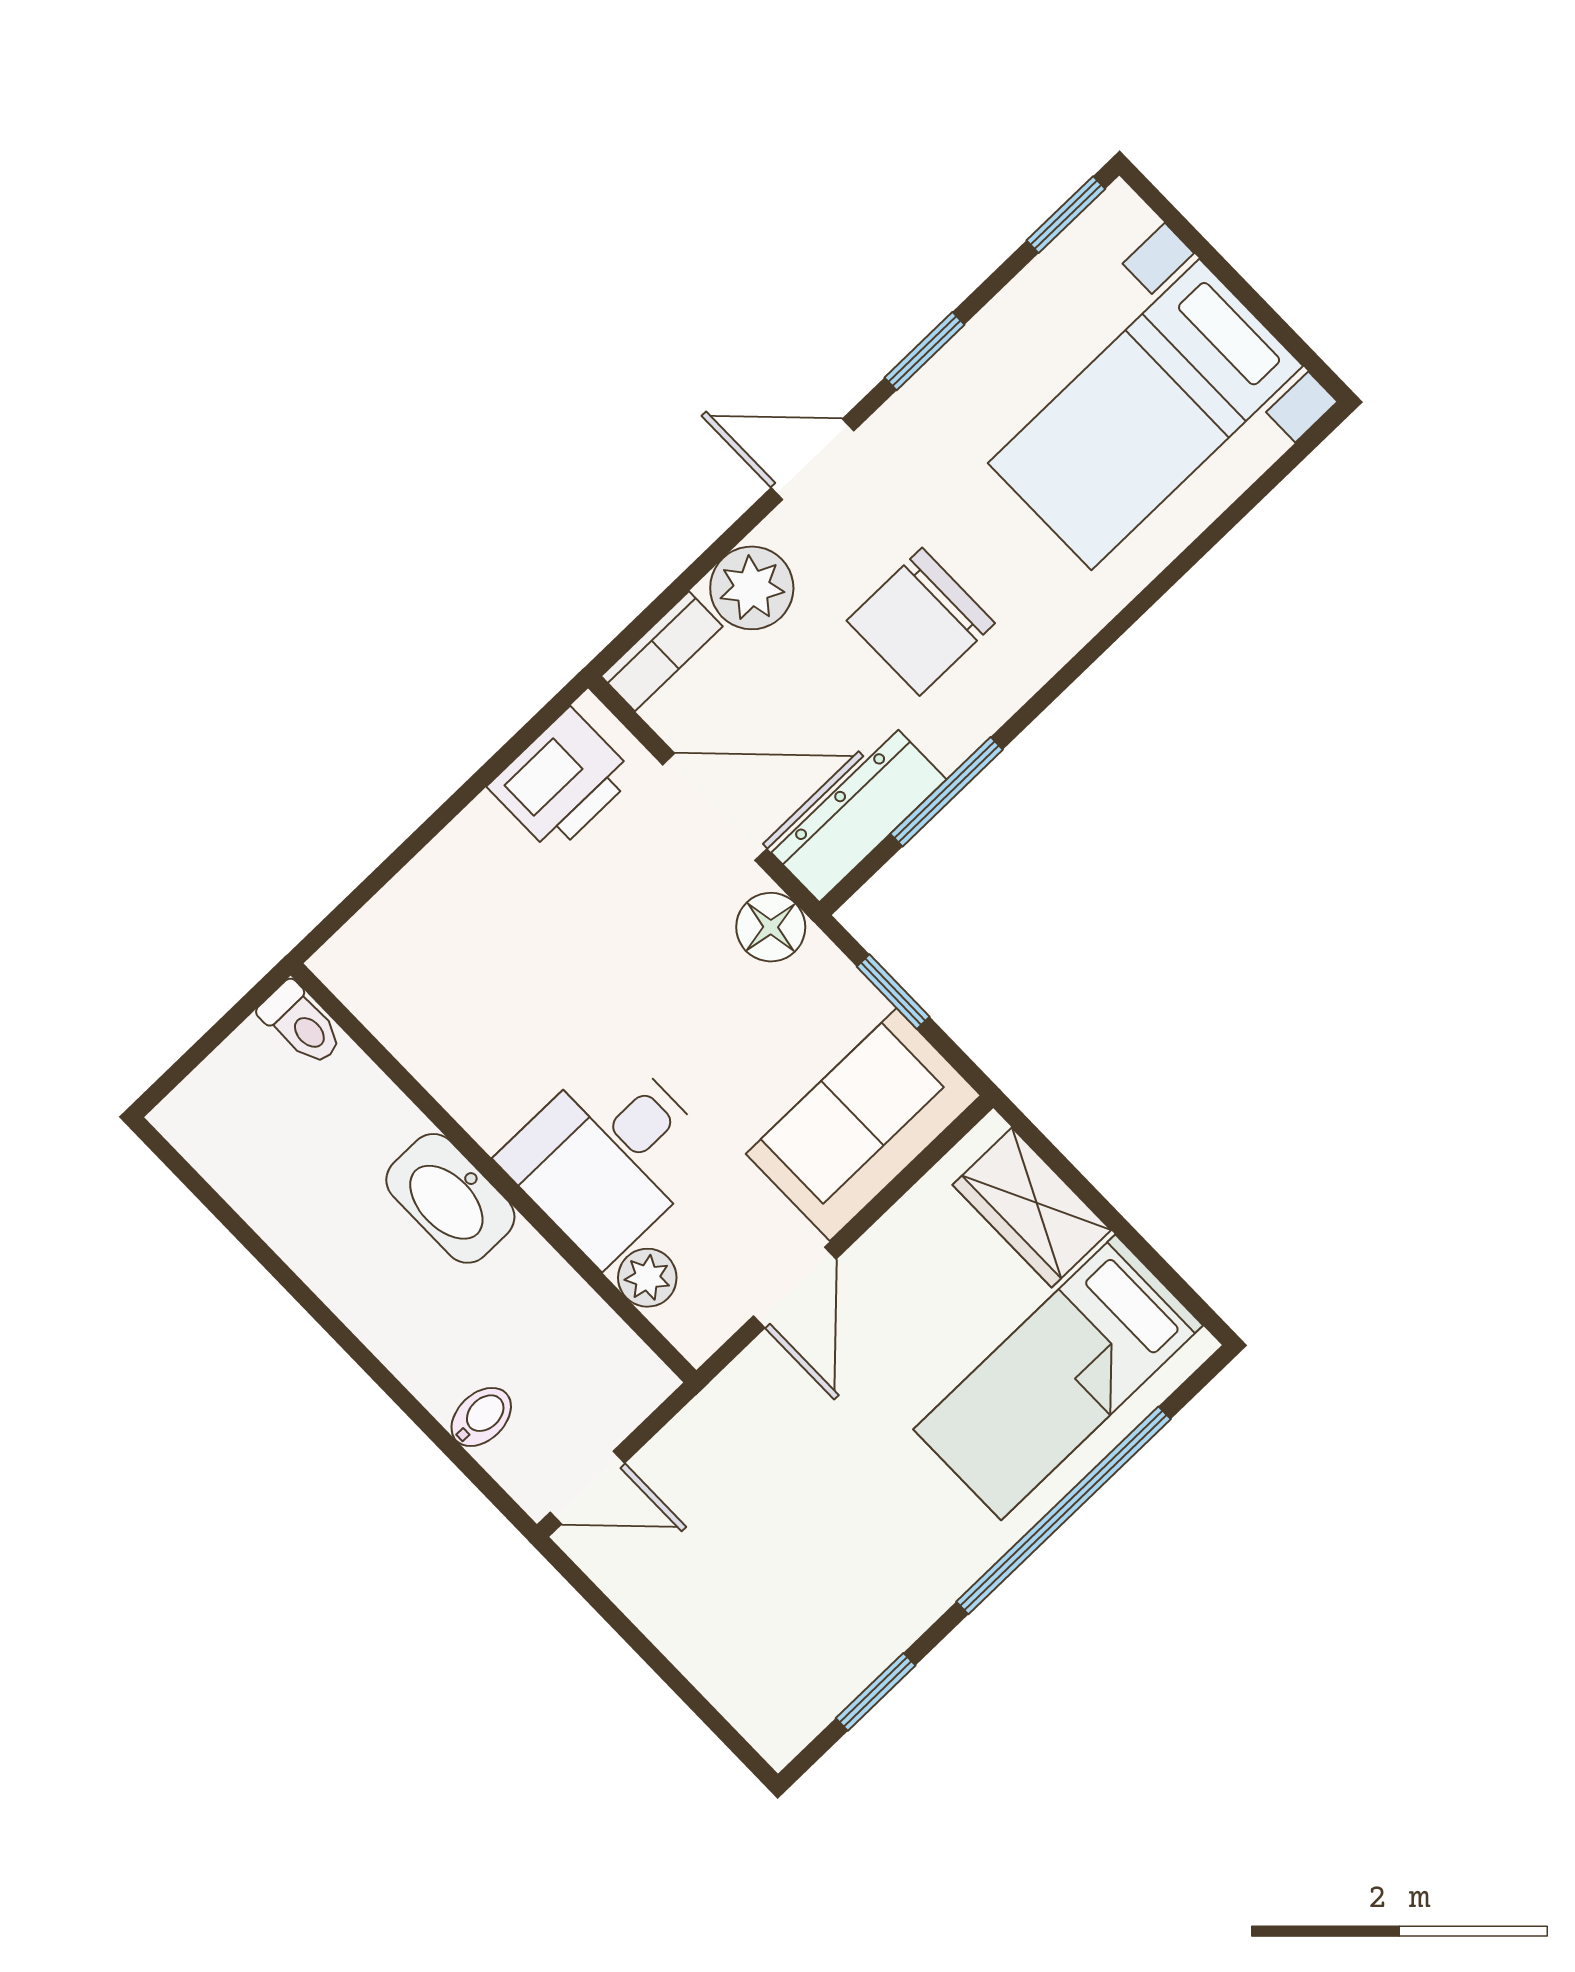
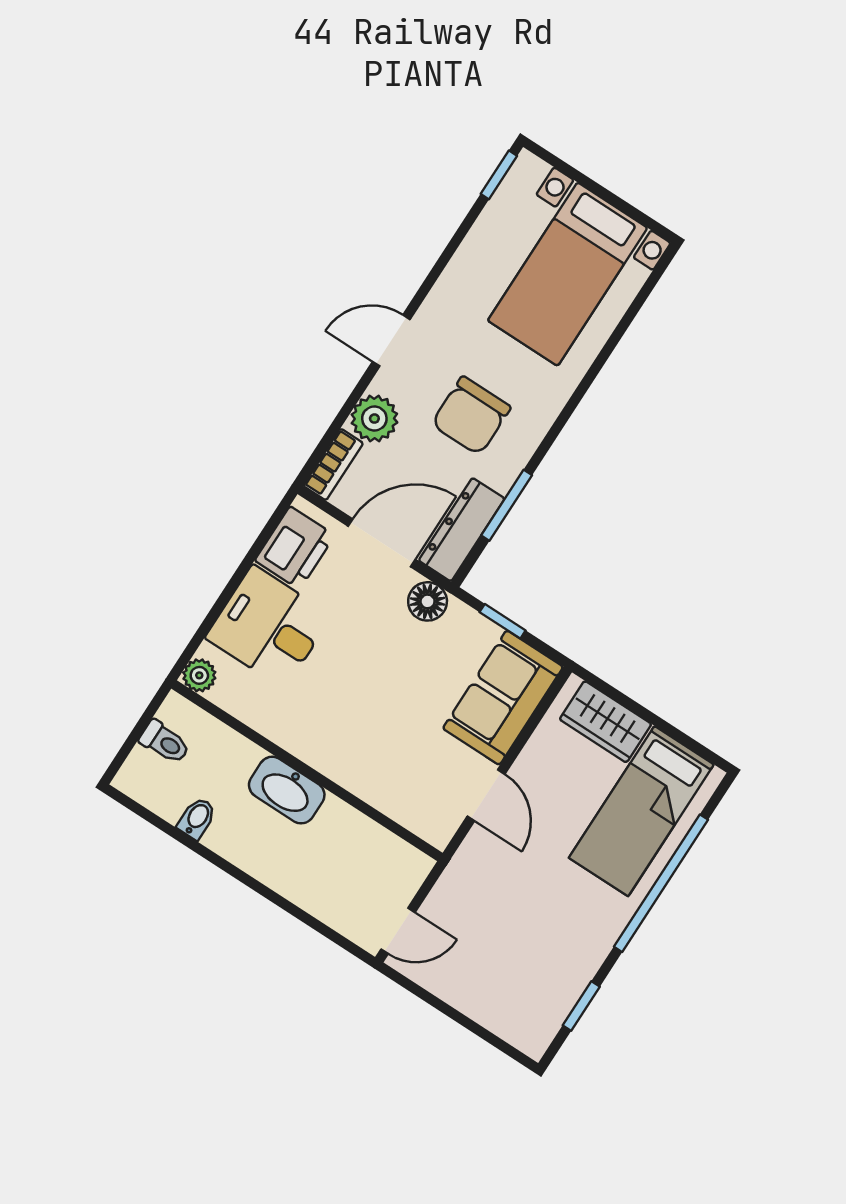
window: (924, 351) -> (439, 267), removed
toilet: (301, 1024) -> (165, 742), moved
desk: (608, 1156) -> (269, 627), moved, turned 90
plant: (647, 1278) -> (199, 675), moved
bidet: (481, 1417) -> (197, 818), moved

